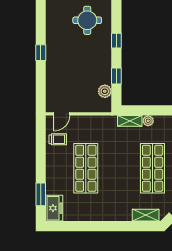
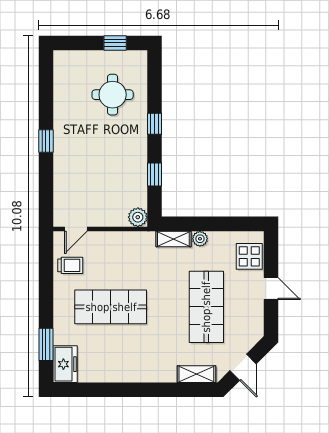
plant: (105, 91) -> (138, 217), moved
shop shelf: (86, 168) -> (111, 307), turned 90

